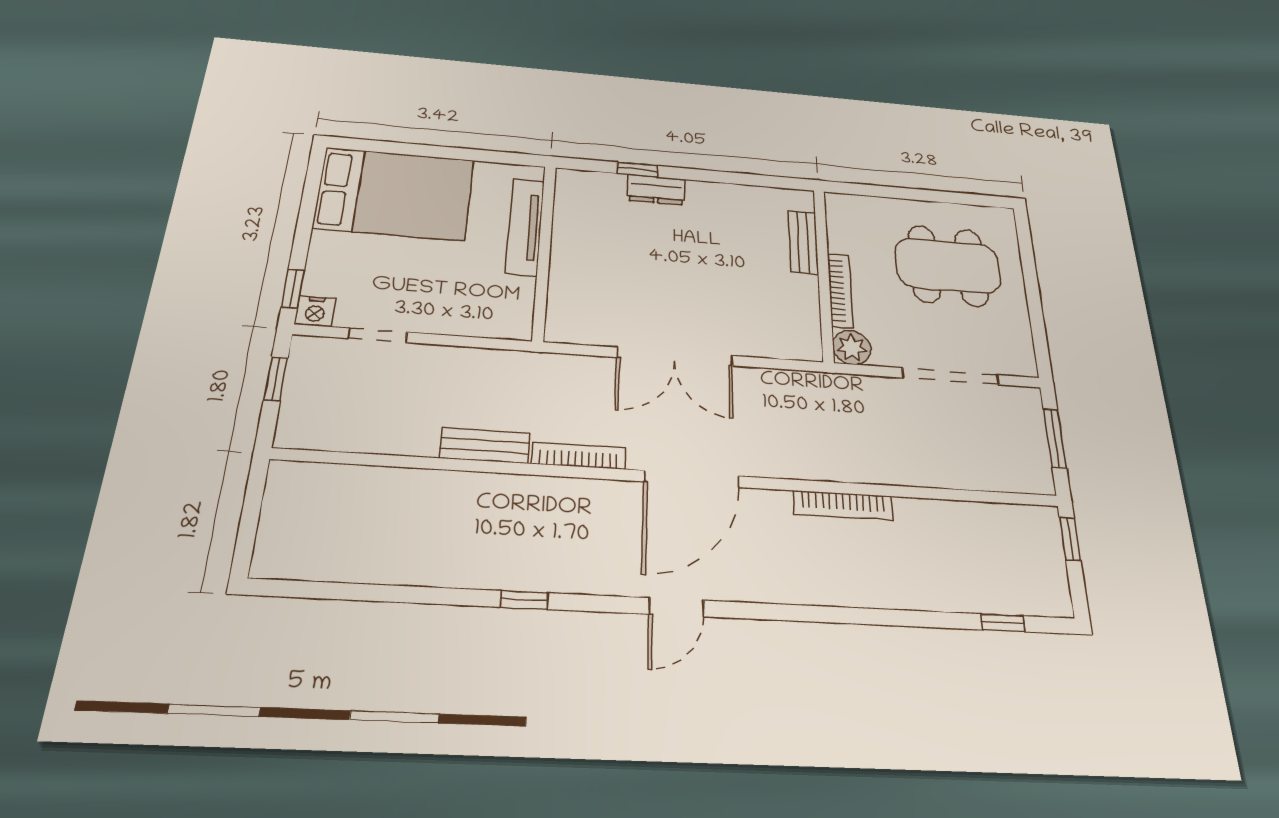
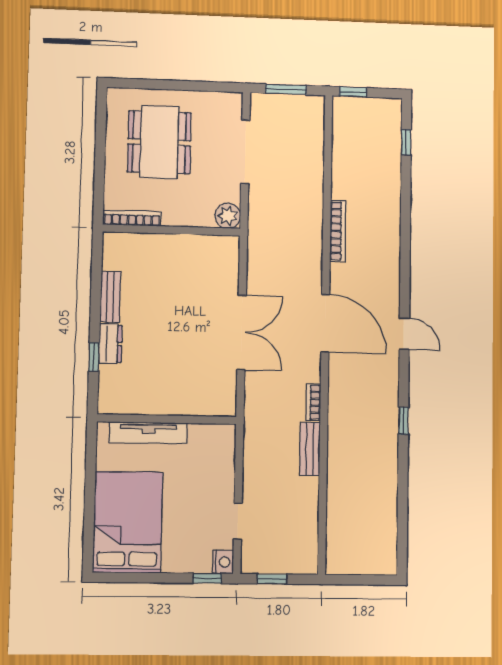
bench: (803, 242) -> (110, 297), moved, turned 90
bookcase: (840, 290) -> (132, 218), moved
bookcase: (579, 456) -> (313, 402), width x0.64

